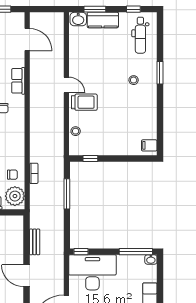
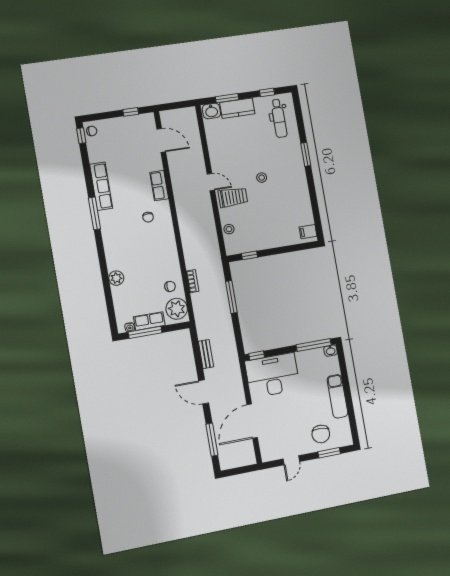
stool: (134, 80) -> (262, 178), moved

